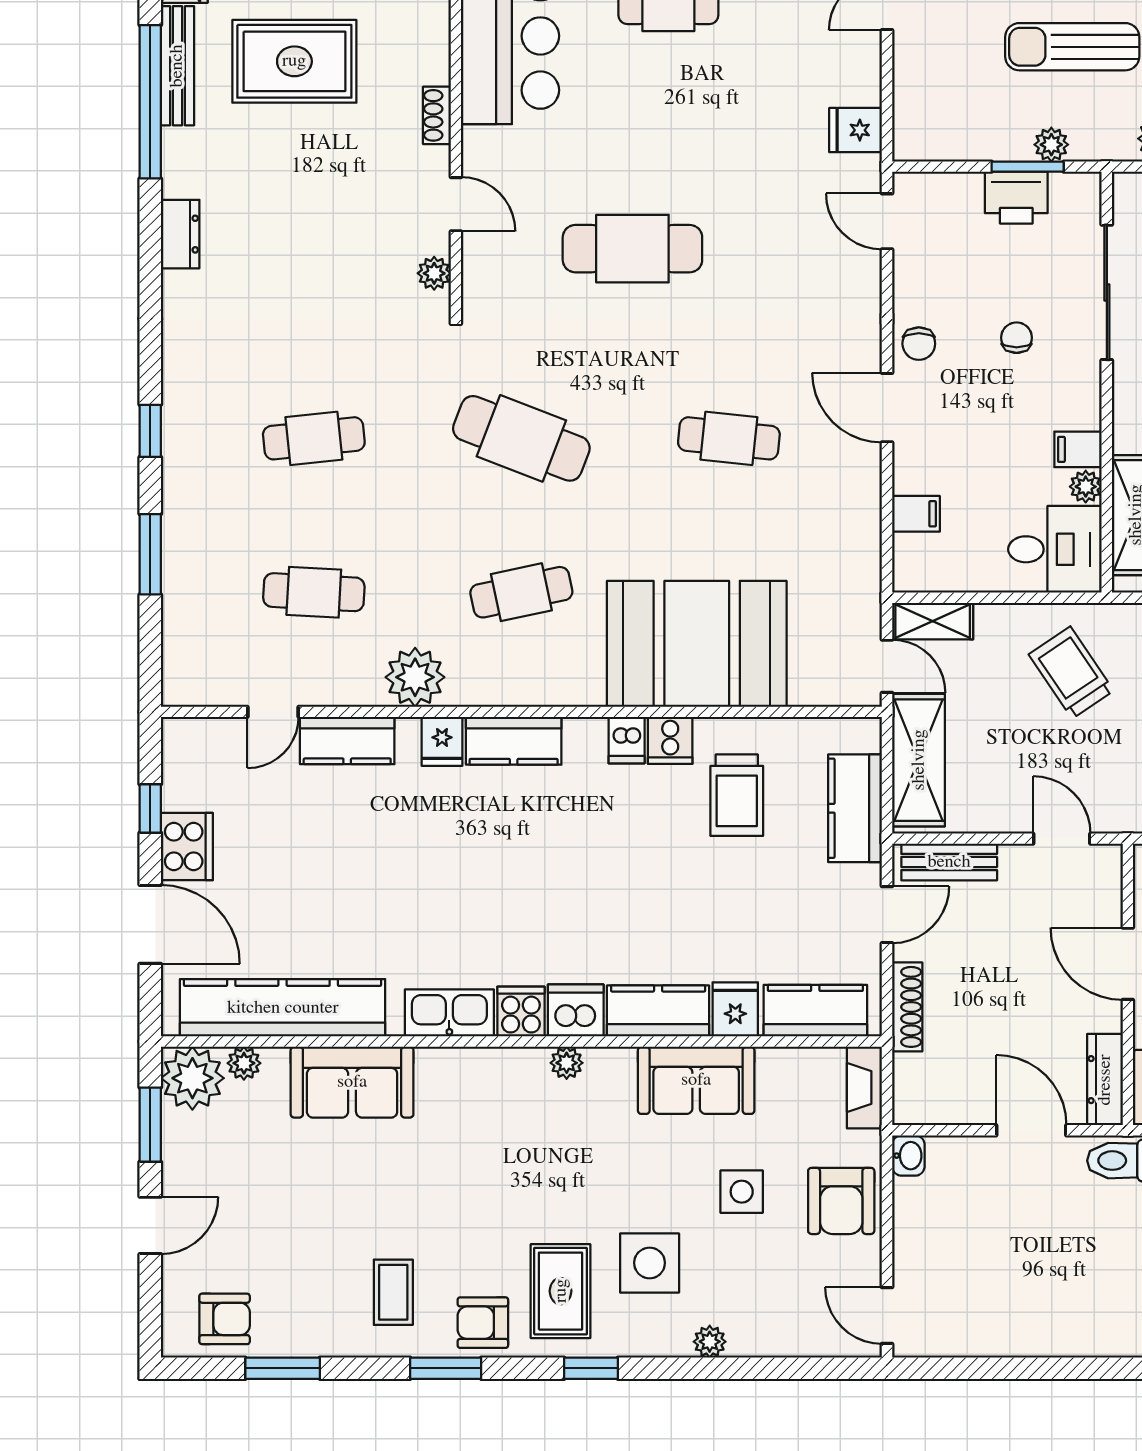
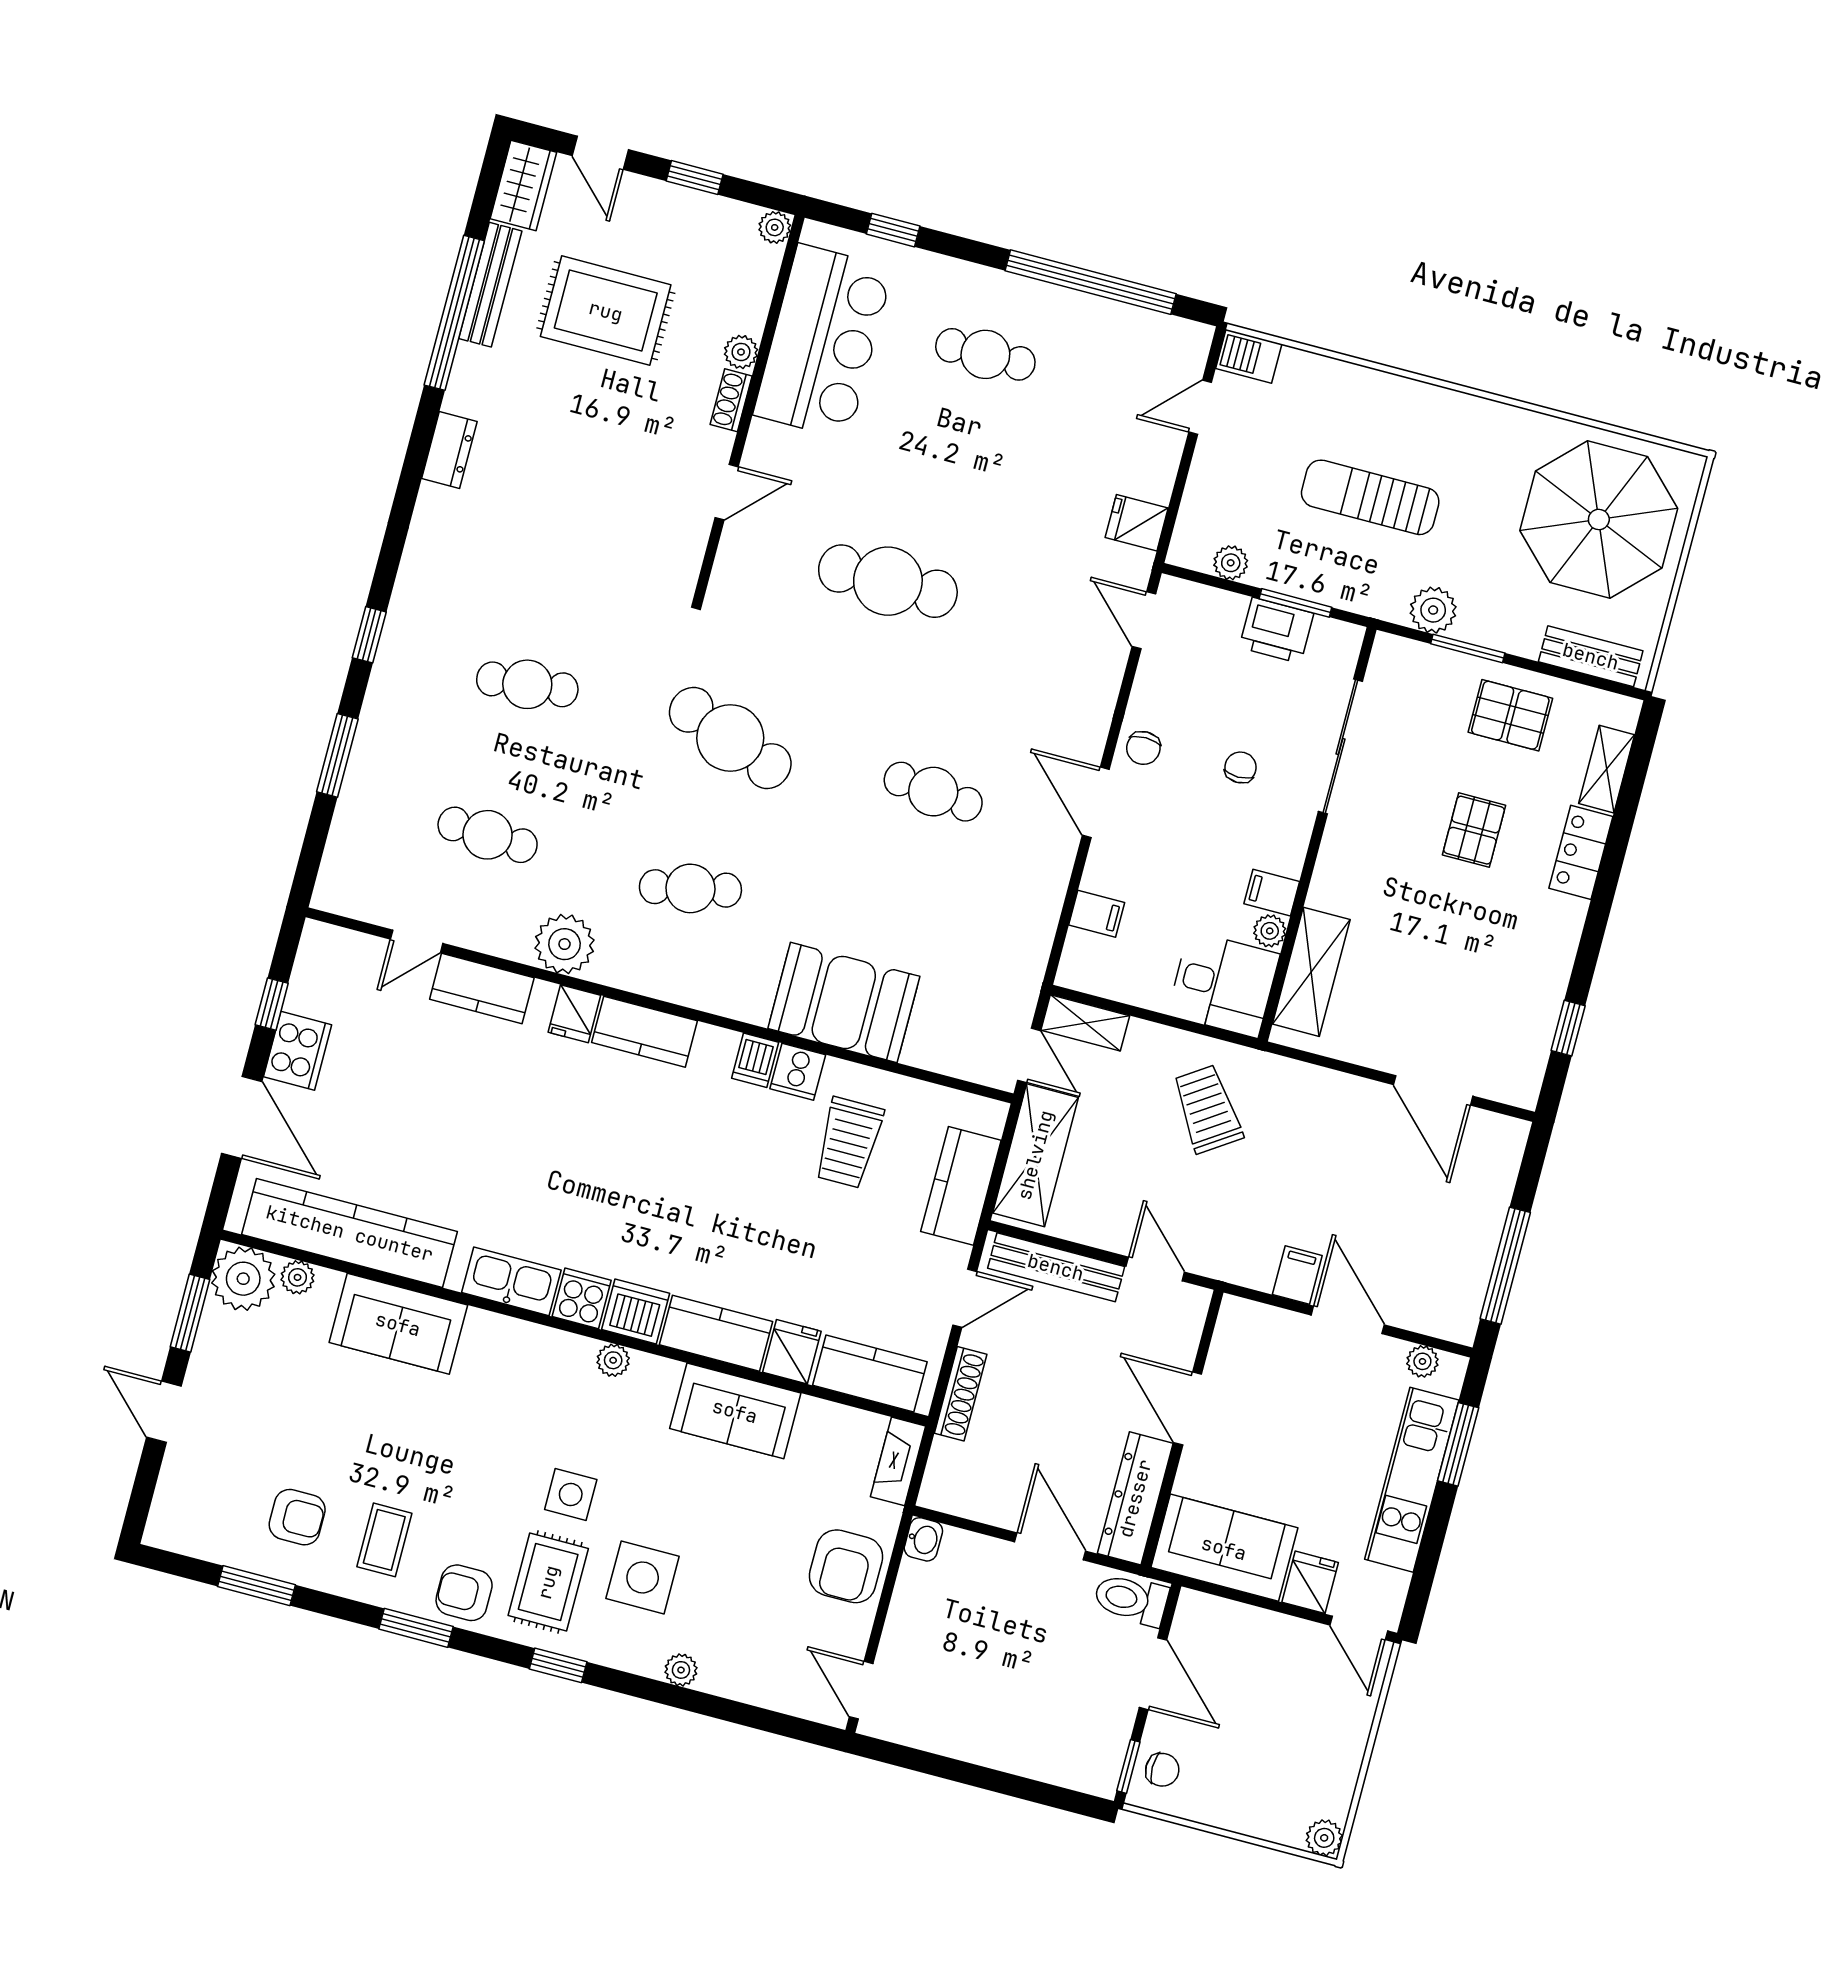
plant: (1051, 145) -> (1231, 563), moved
door: (456, 204) -> (727, 492), hinge flipped
plant: (434, 273) -> (741, 352), moved
booth: (697, 644) -> (844, 1002), width x0.73, depth x0.70
bench: (949, 862) -> (1056, 1267), width x1.36
dresser: (1105, 1080) -> (1135, 1498), width x1.37, depth x1.24
side table: (742, 1192) -> (571, 1494), moved
door: (150, 1225) -> (164, 1412), swing flipped
armchair: (225, 1319) -> (297, 1517), moved

